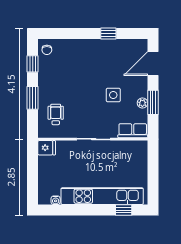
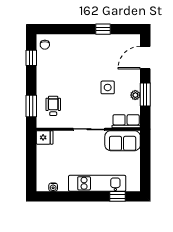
window: (33, 98) -> (31, 106), moved
sofa: (129, 151) -> (123, 141), added
kitchen unit: (102, 196) -> (97, 183), width x0.73

